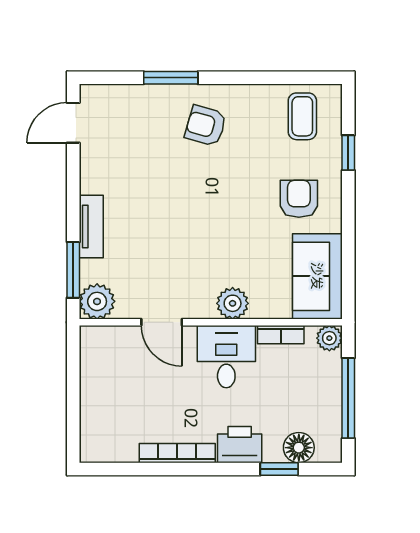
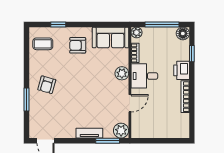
floor lamp: (299, 448) -> (183, 33), moved

